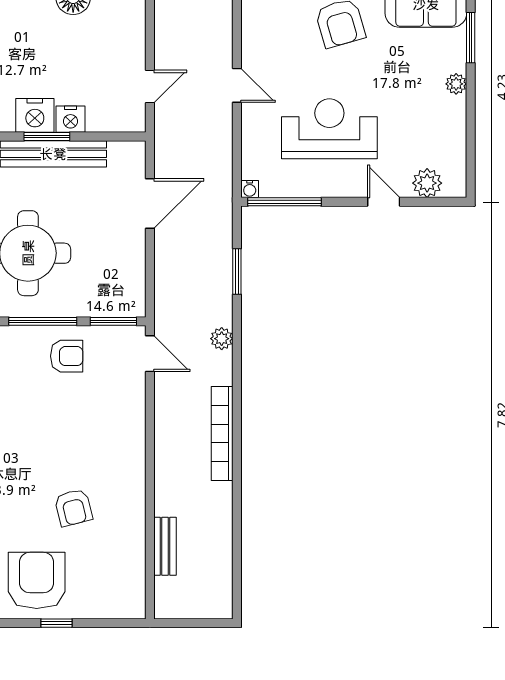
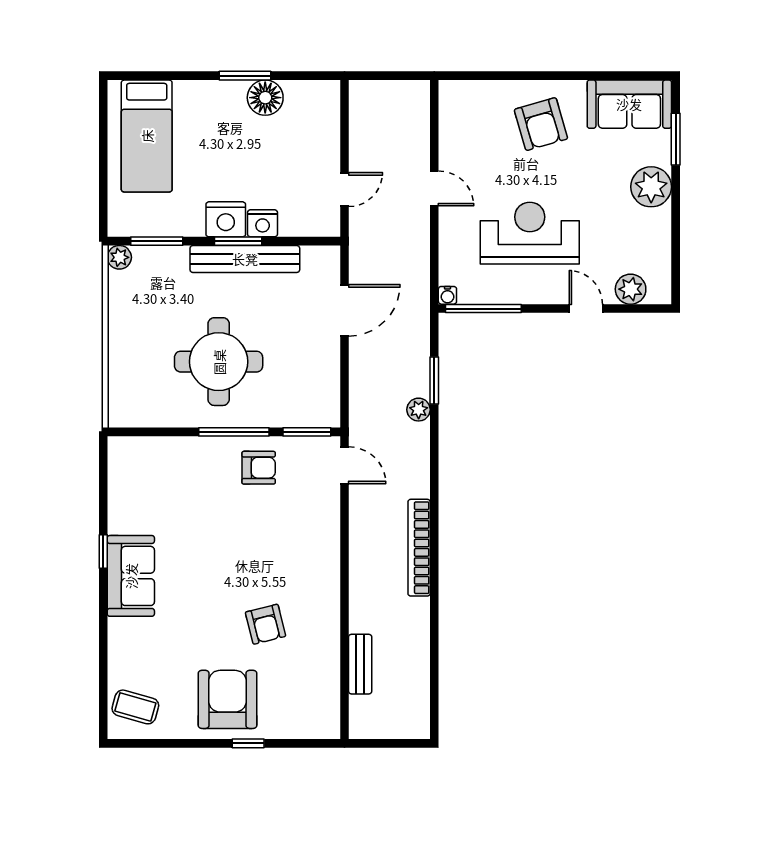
plant: (456, 84) -> (651, 187), width x1.88, depth x1.88
plant: (222, 339) -> (419, 410), moved

